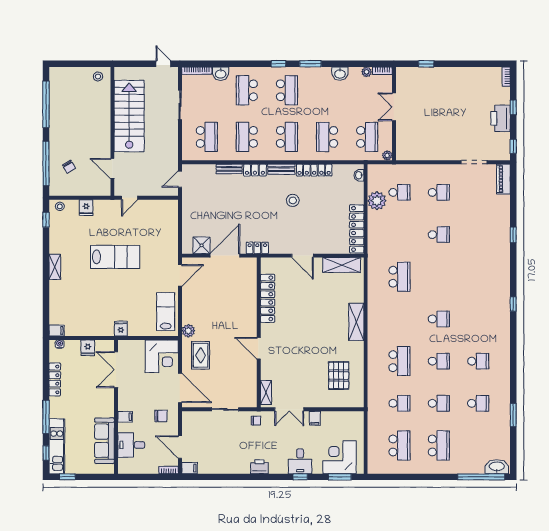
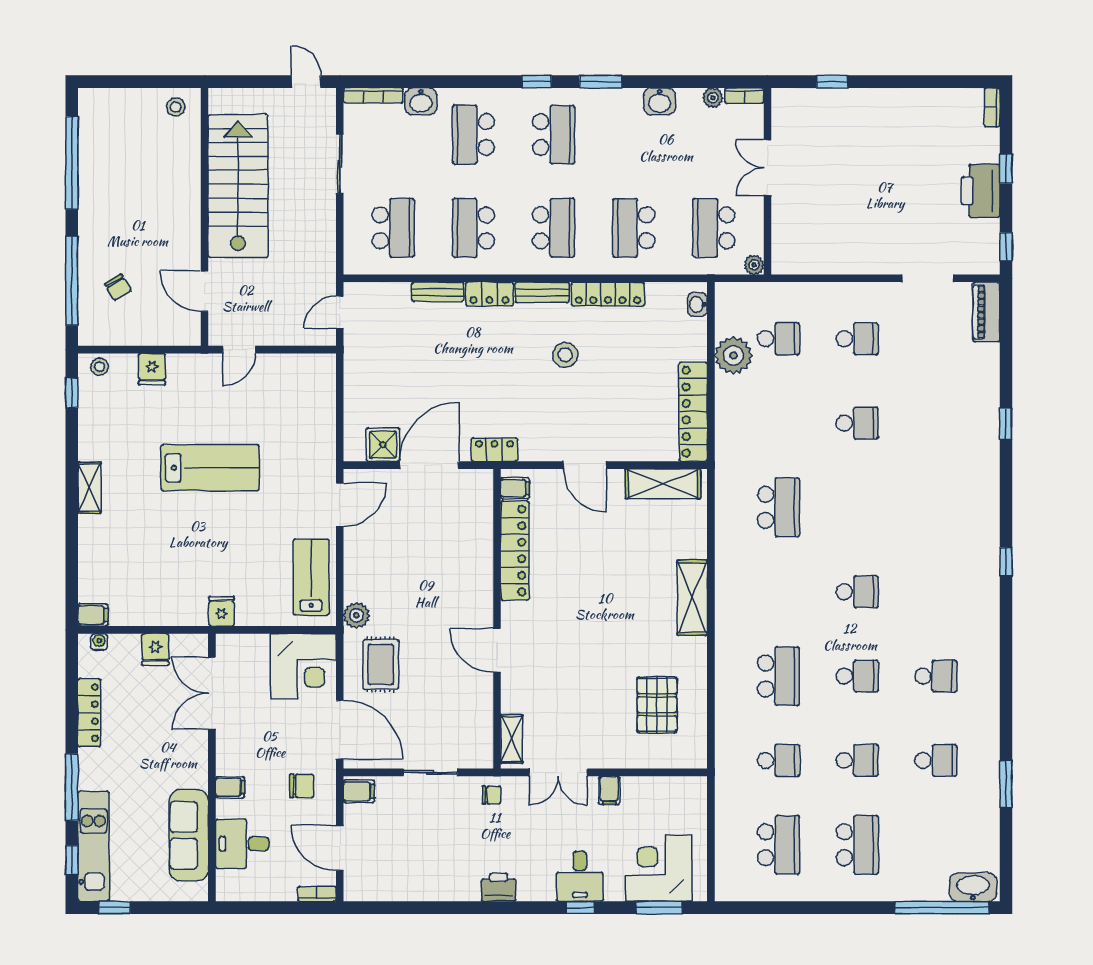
school desk: (367, 137) -> (714, 228), turned 180
filing cabinet: (268, 267) -> (515, 488), added
filing cabinet: (190, 468) -> (359, 791), moved

